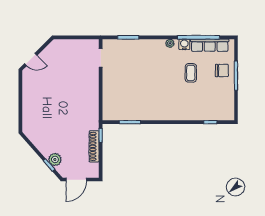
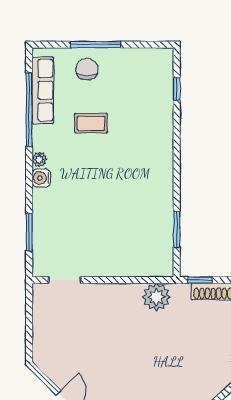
water cooler: (184, 44) -> (41, 178), moved
plant: (91, 111) -> (156, 297), added

